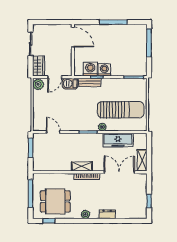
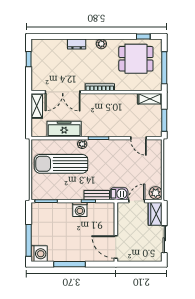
washing machine: (90, 69) -> (39, 254), moved, turned -90
shelving: (82, 166) -> (150, 99), moved

